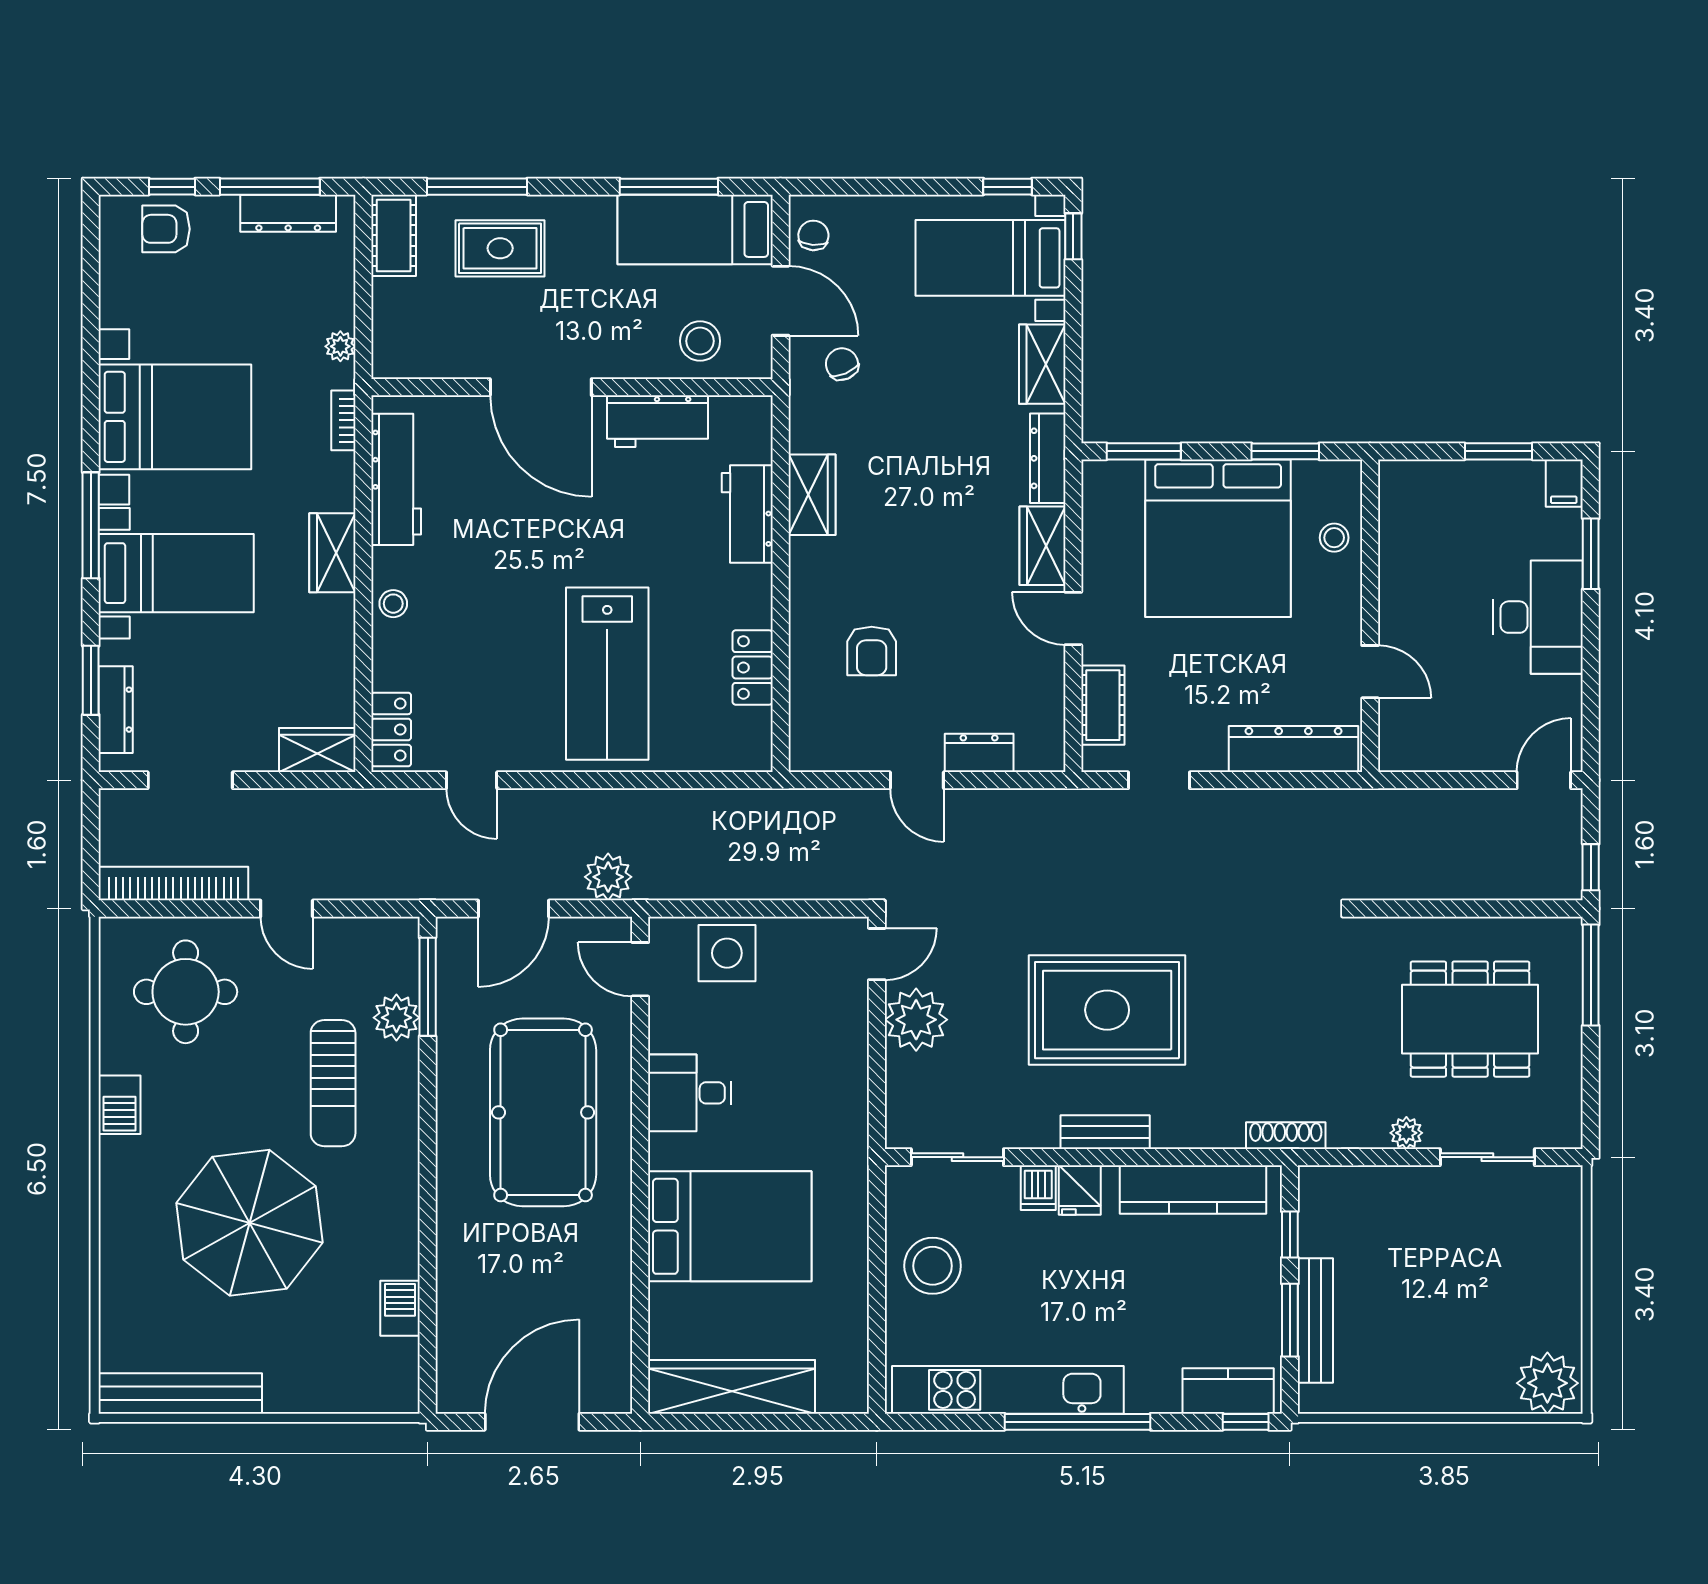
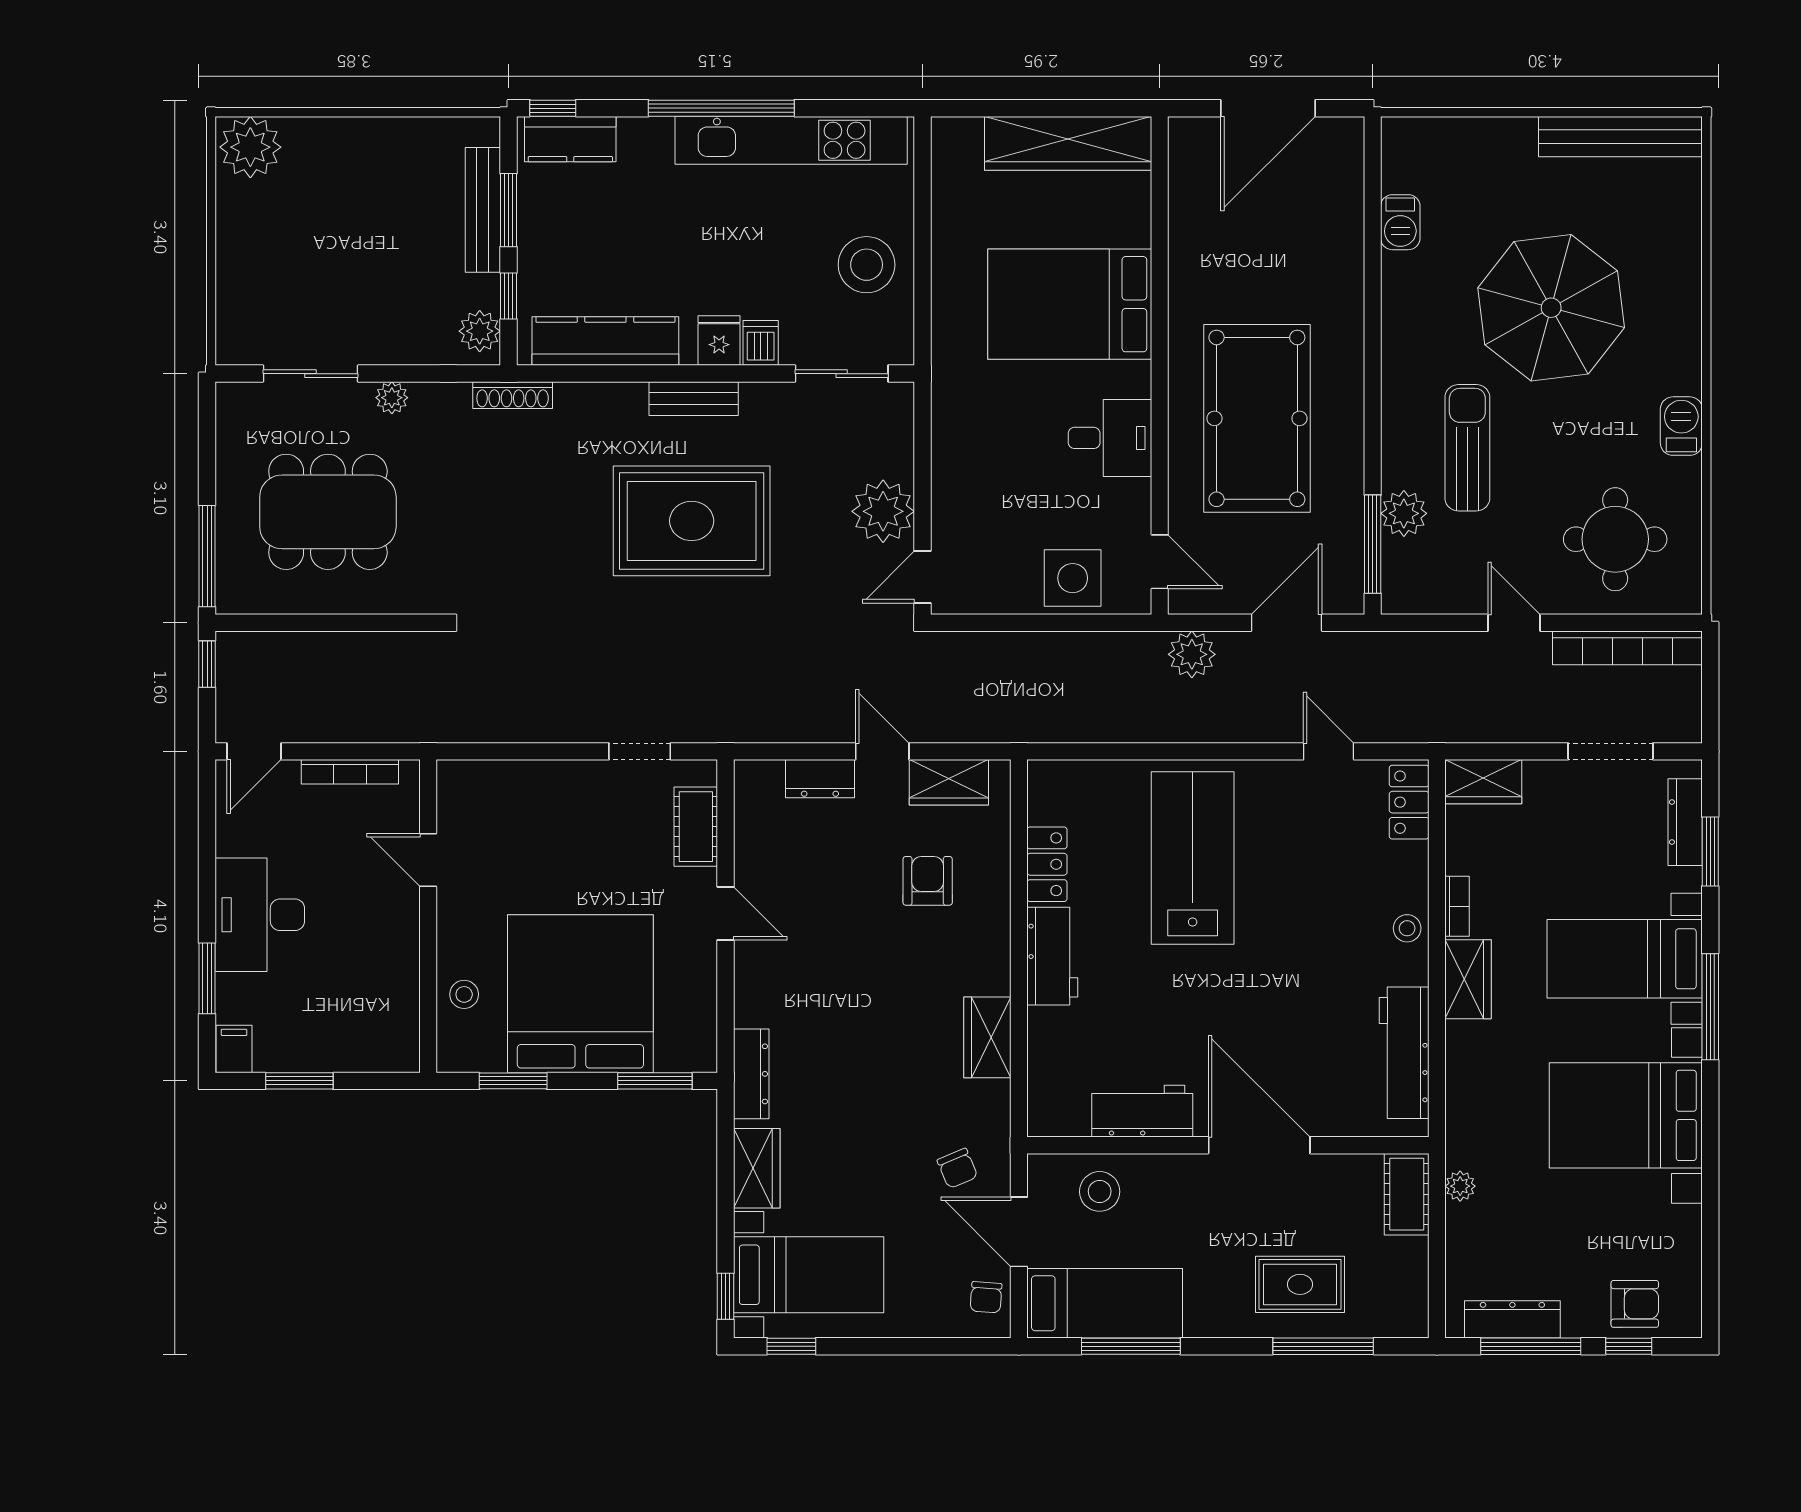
cot: (394, 235) -> (1407, 1194), moved
bookcase: (343, 420) -> (1457, 906), moved
workbench: (747, 514) -> (1052, 956), moved
wardrobe: (1042, 546) -> (949, 782), moved, turned 90
dresser: (1294, 749) -> (505, 783), removed
bookcase: (1448, 760) -> (350, 772), added
plant: (1319, 1199) -> (480, 331), added

